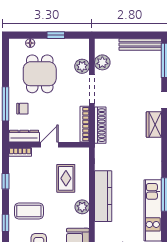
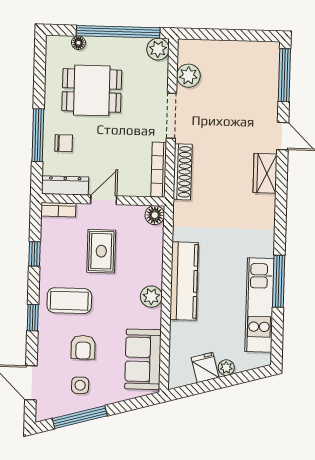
window: (56, 35) -> (118, 32), width x3.17
bench: (140, 44) -> (247, 50), removed
plant: (82, 66) -> (158, 49), moved
dining table: (40, 74) -> (92, 90), turned 90
floor lamp: (83, 154) -> (155, 215), added
rug: (66, 178) -> (101, 251), moved

